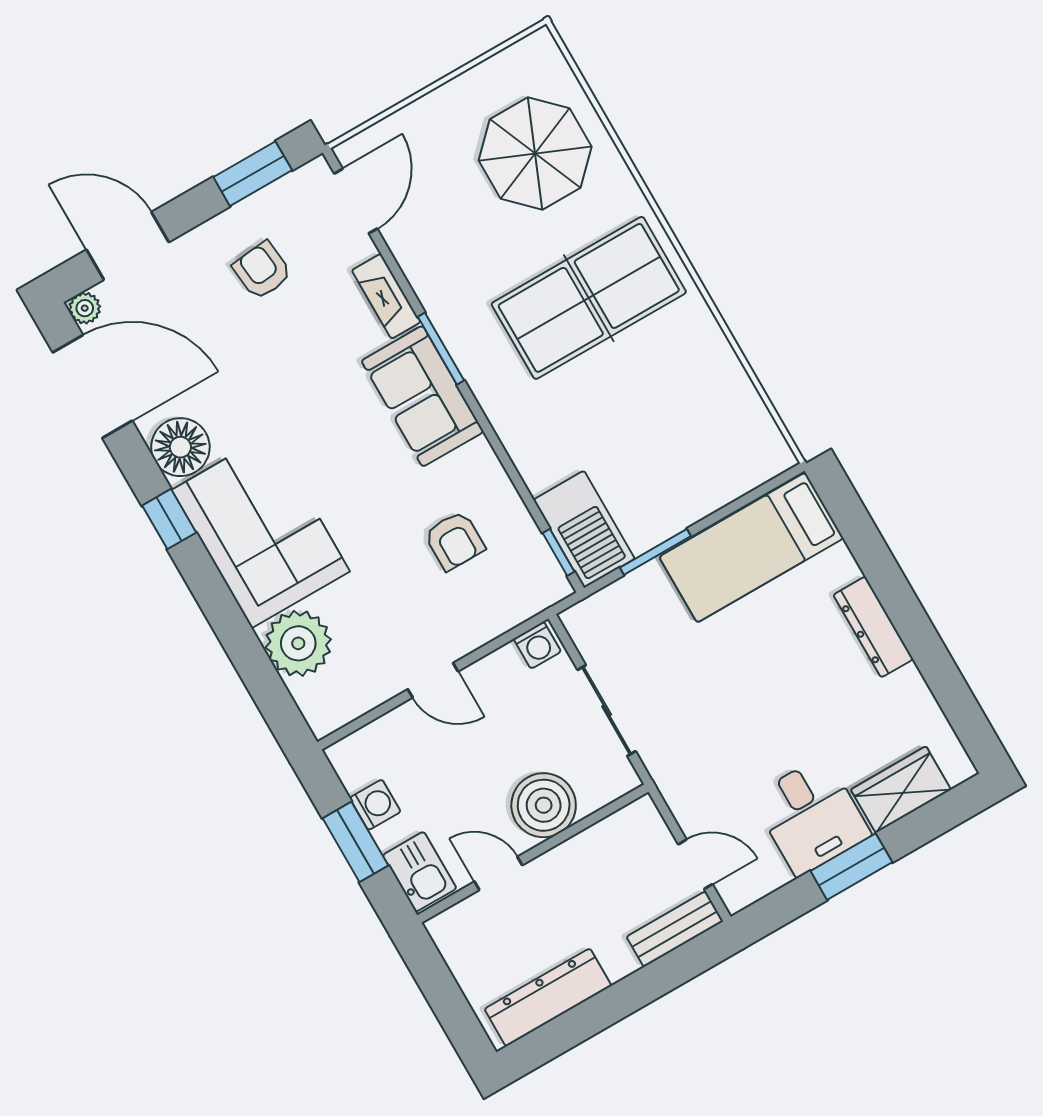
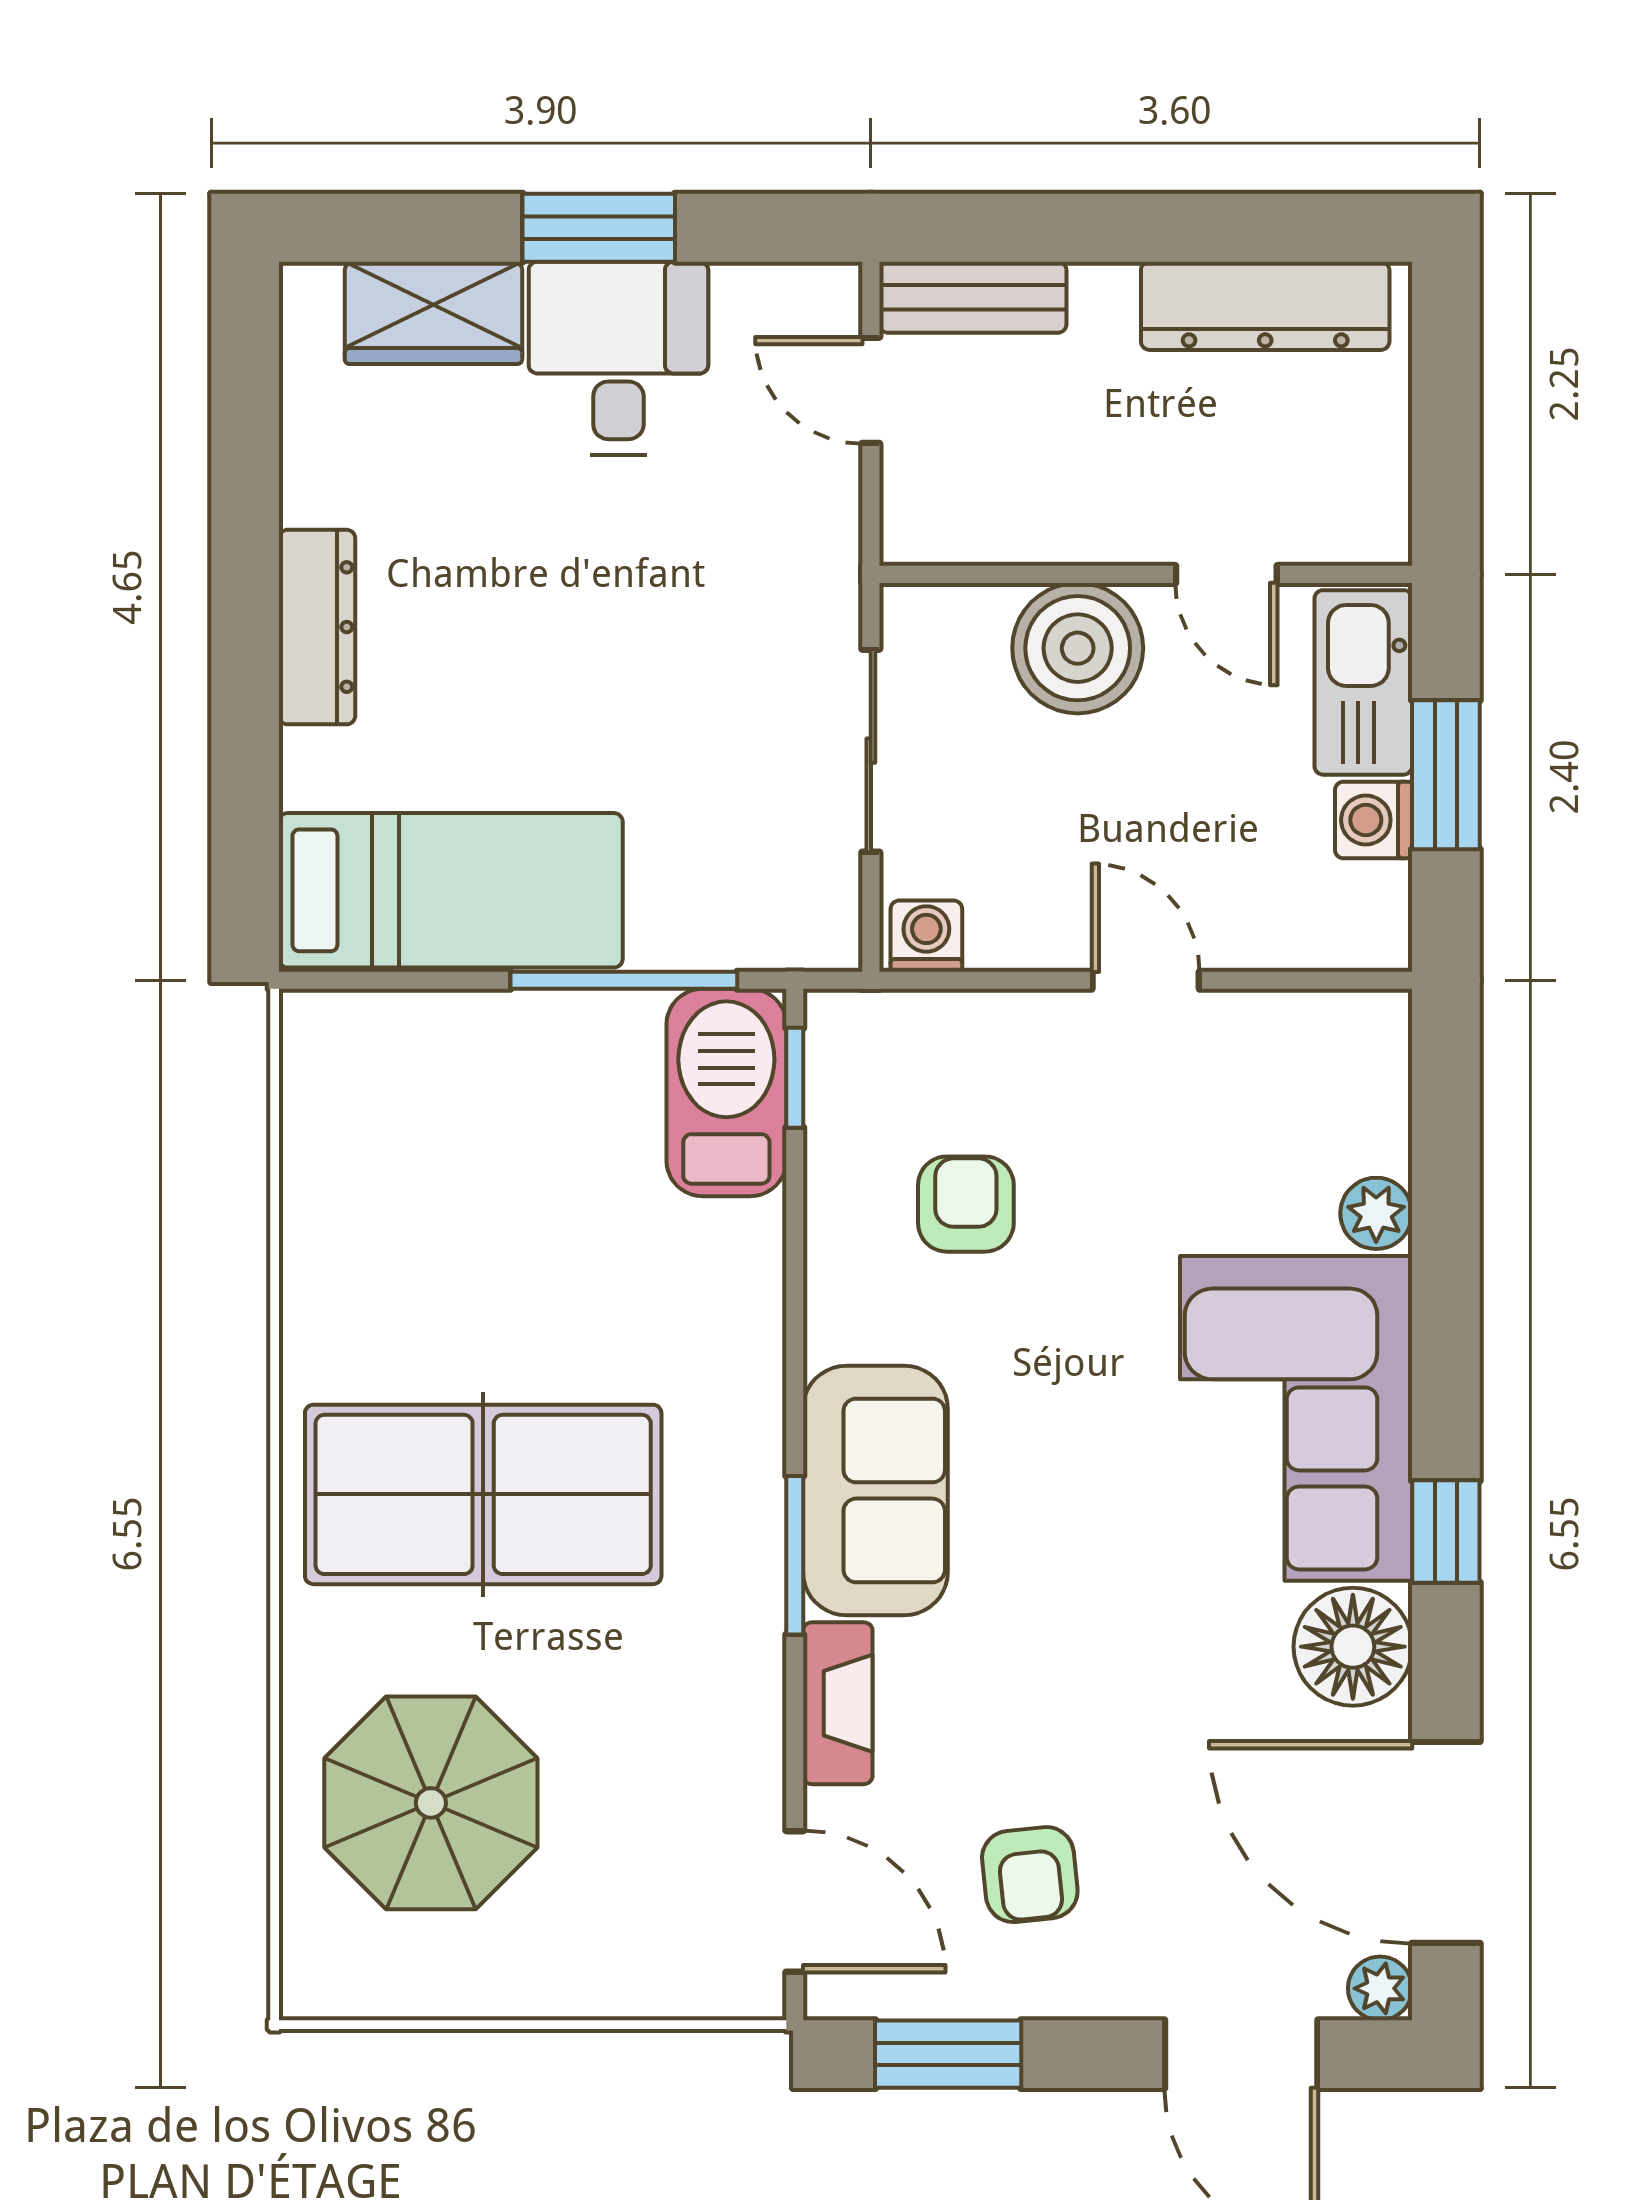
door: (356, 201) -> (795, 1901), swing flipped
window: (655, 552) -> (624, 980), width x1.44
plant: (298, 643) -> (1376, 1213), width x0.53, depth x0.53
kitchen sink: (420, 872) -> (1363, 682), width x1.38

